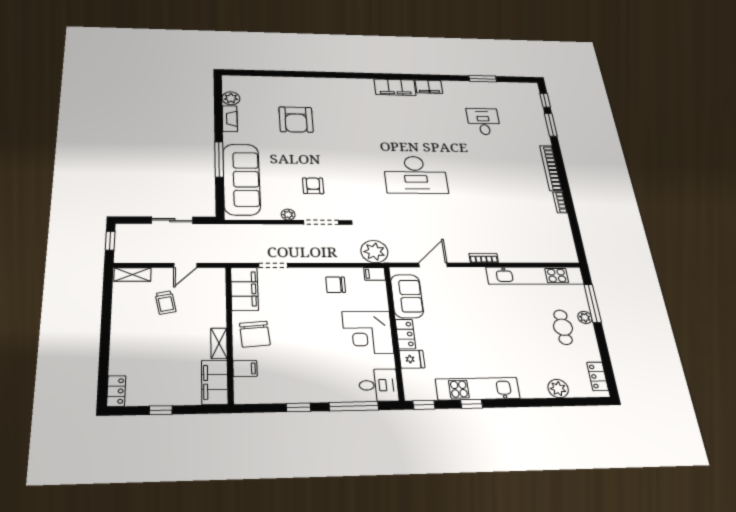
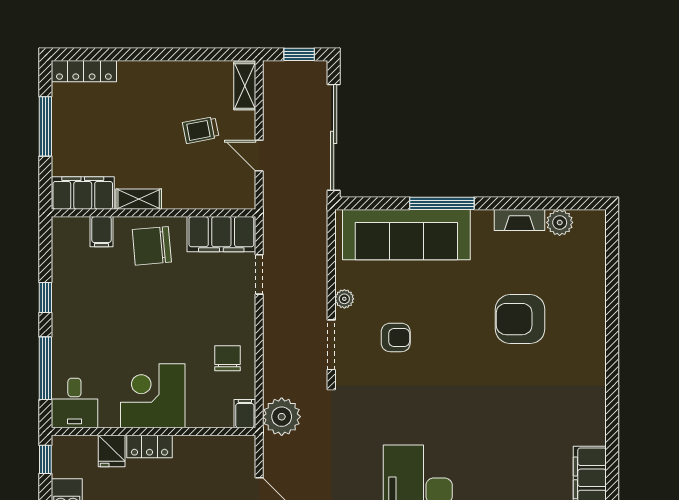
sliding door: (172, 220) -> (334, 137), width x1.86
sofa: (407, 296) -> (209, 455), removed
locker: (116, 391) -> (84, 71), width x1.53
window: (161, 410) -> (45, 126), width x2.17

